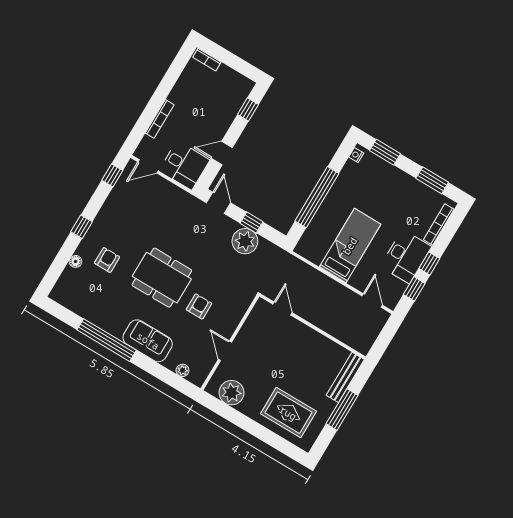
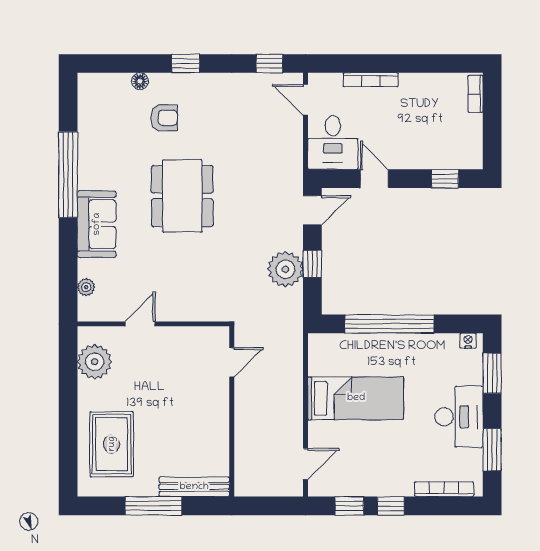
desk: (406, 256) -> (459, 417), moved, turned -90
armchair: (199, 306) -> (174, 261), removed

